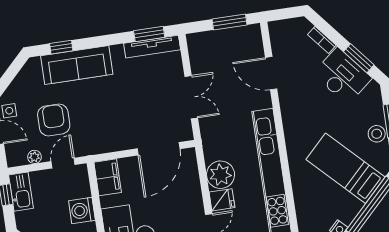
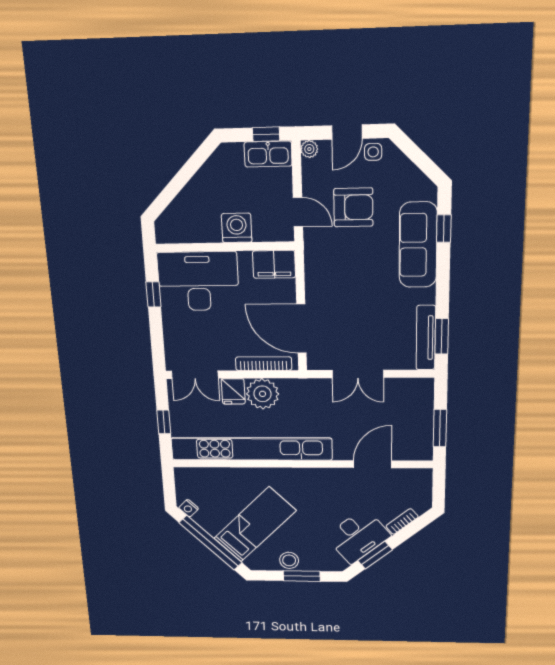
plant: (34, 157) -> (309, 149), moved
bookcase: (193, 177) -> (264, 364), added

